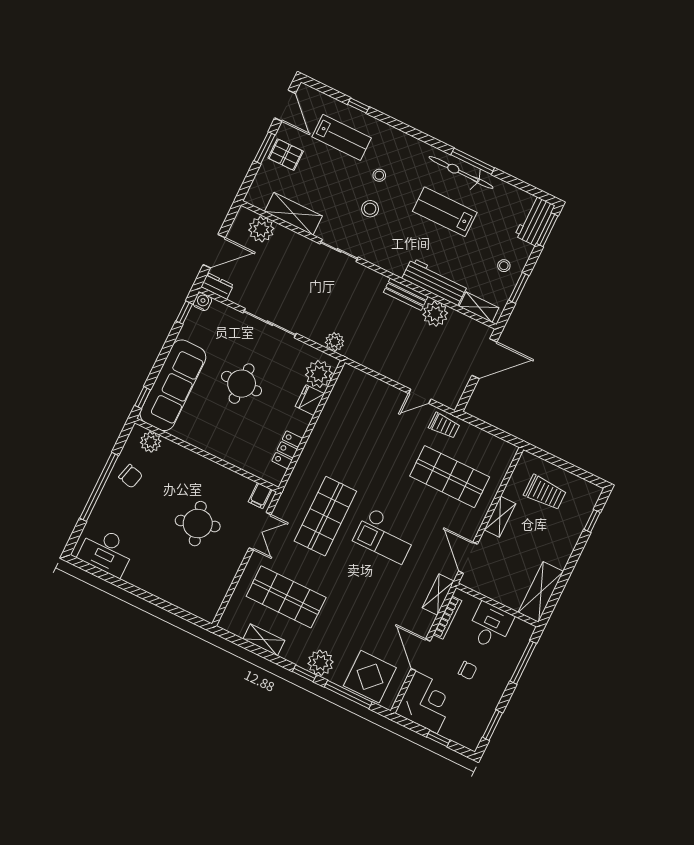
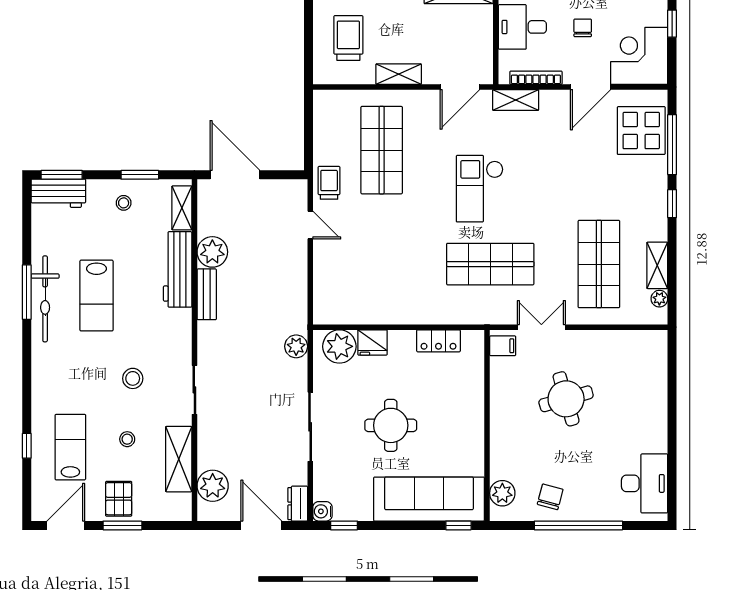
stool: (379, 175) -> (127, 439), moved
checkout: (385, 536) -> (480, 189), turned 180
plant: (321, 663) -> (659, 299), moved, width x0.53, depth x0.53

